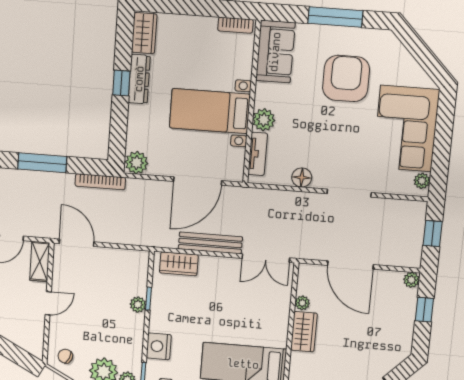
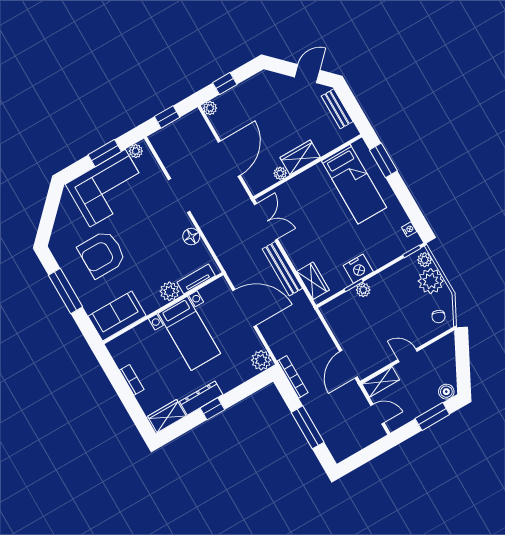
bookcase: (235, 25) -> (132, 380), moved
window: (442, 149) -> (105, 153), added
nightstand: (159, 346) -> (358, 269), moved

